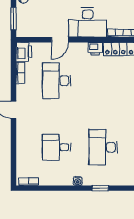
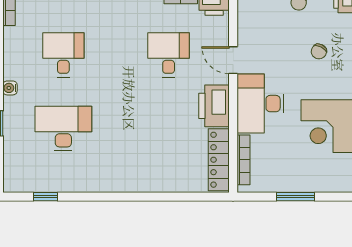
printer: (95, 49) -> (214, 106), width x1.87, depth x1.48
desk: (57, 81) -> (169, 55), width x0.73

